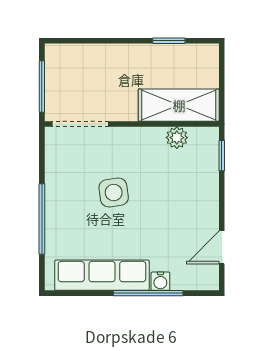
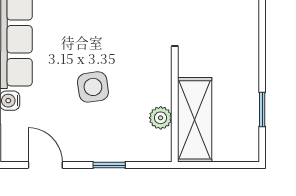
window: (222, 156) -> (109, 165), moved
side table: (114, 193) -> (93, 87), moved

